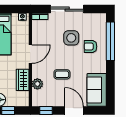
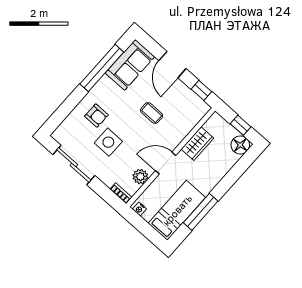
sliding door: (67, 9) -> (74, 165), moved
window: (110, 41) -> (102, 68), moved
plant: (37, 84) -> (140, 177), moved

